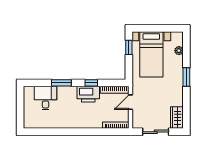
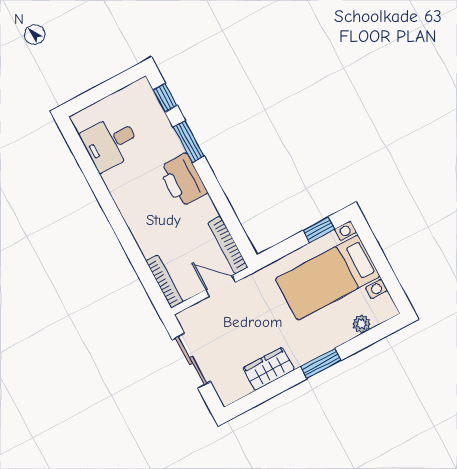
window: (91, 83) -> (165, 98), moved
printer: (88, 94) -> (183, 180), moved
desk: (46, 98) -> (110, 143), moved, turned 180
wardrobe: (177, 118) -> (269, 369), moved

